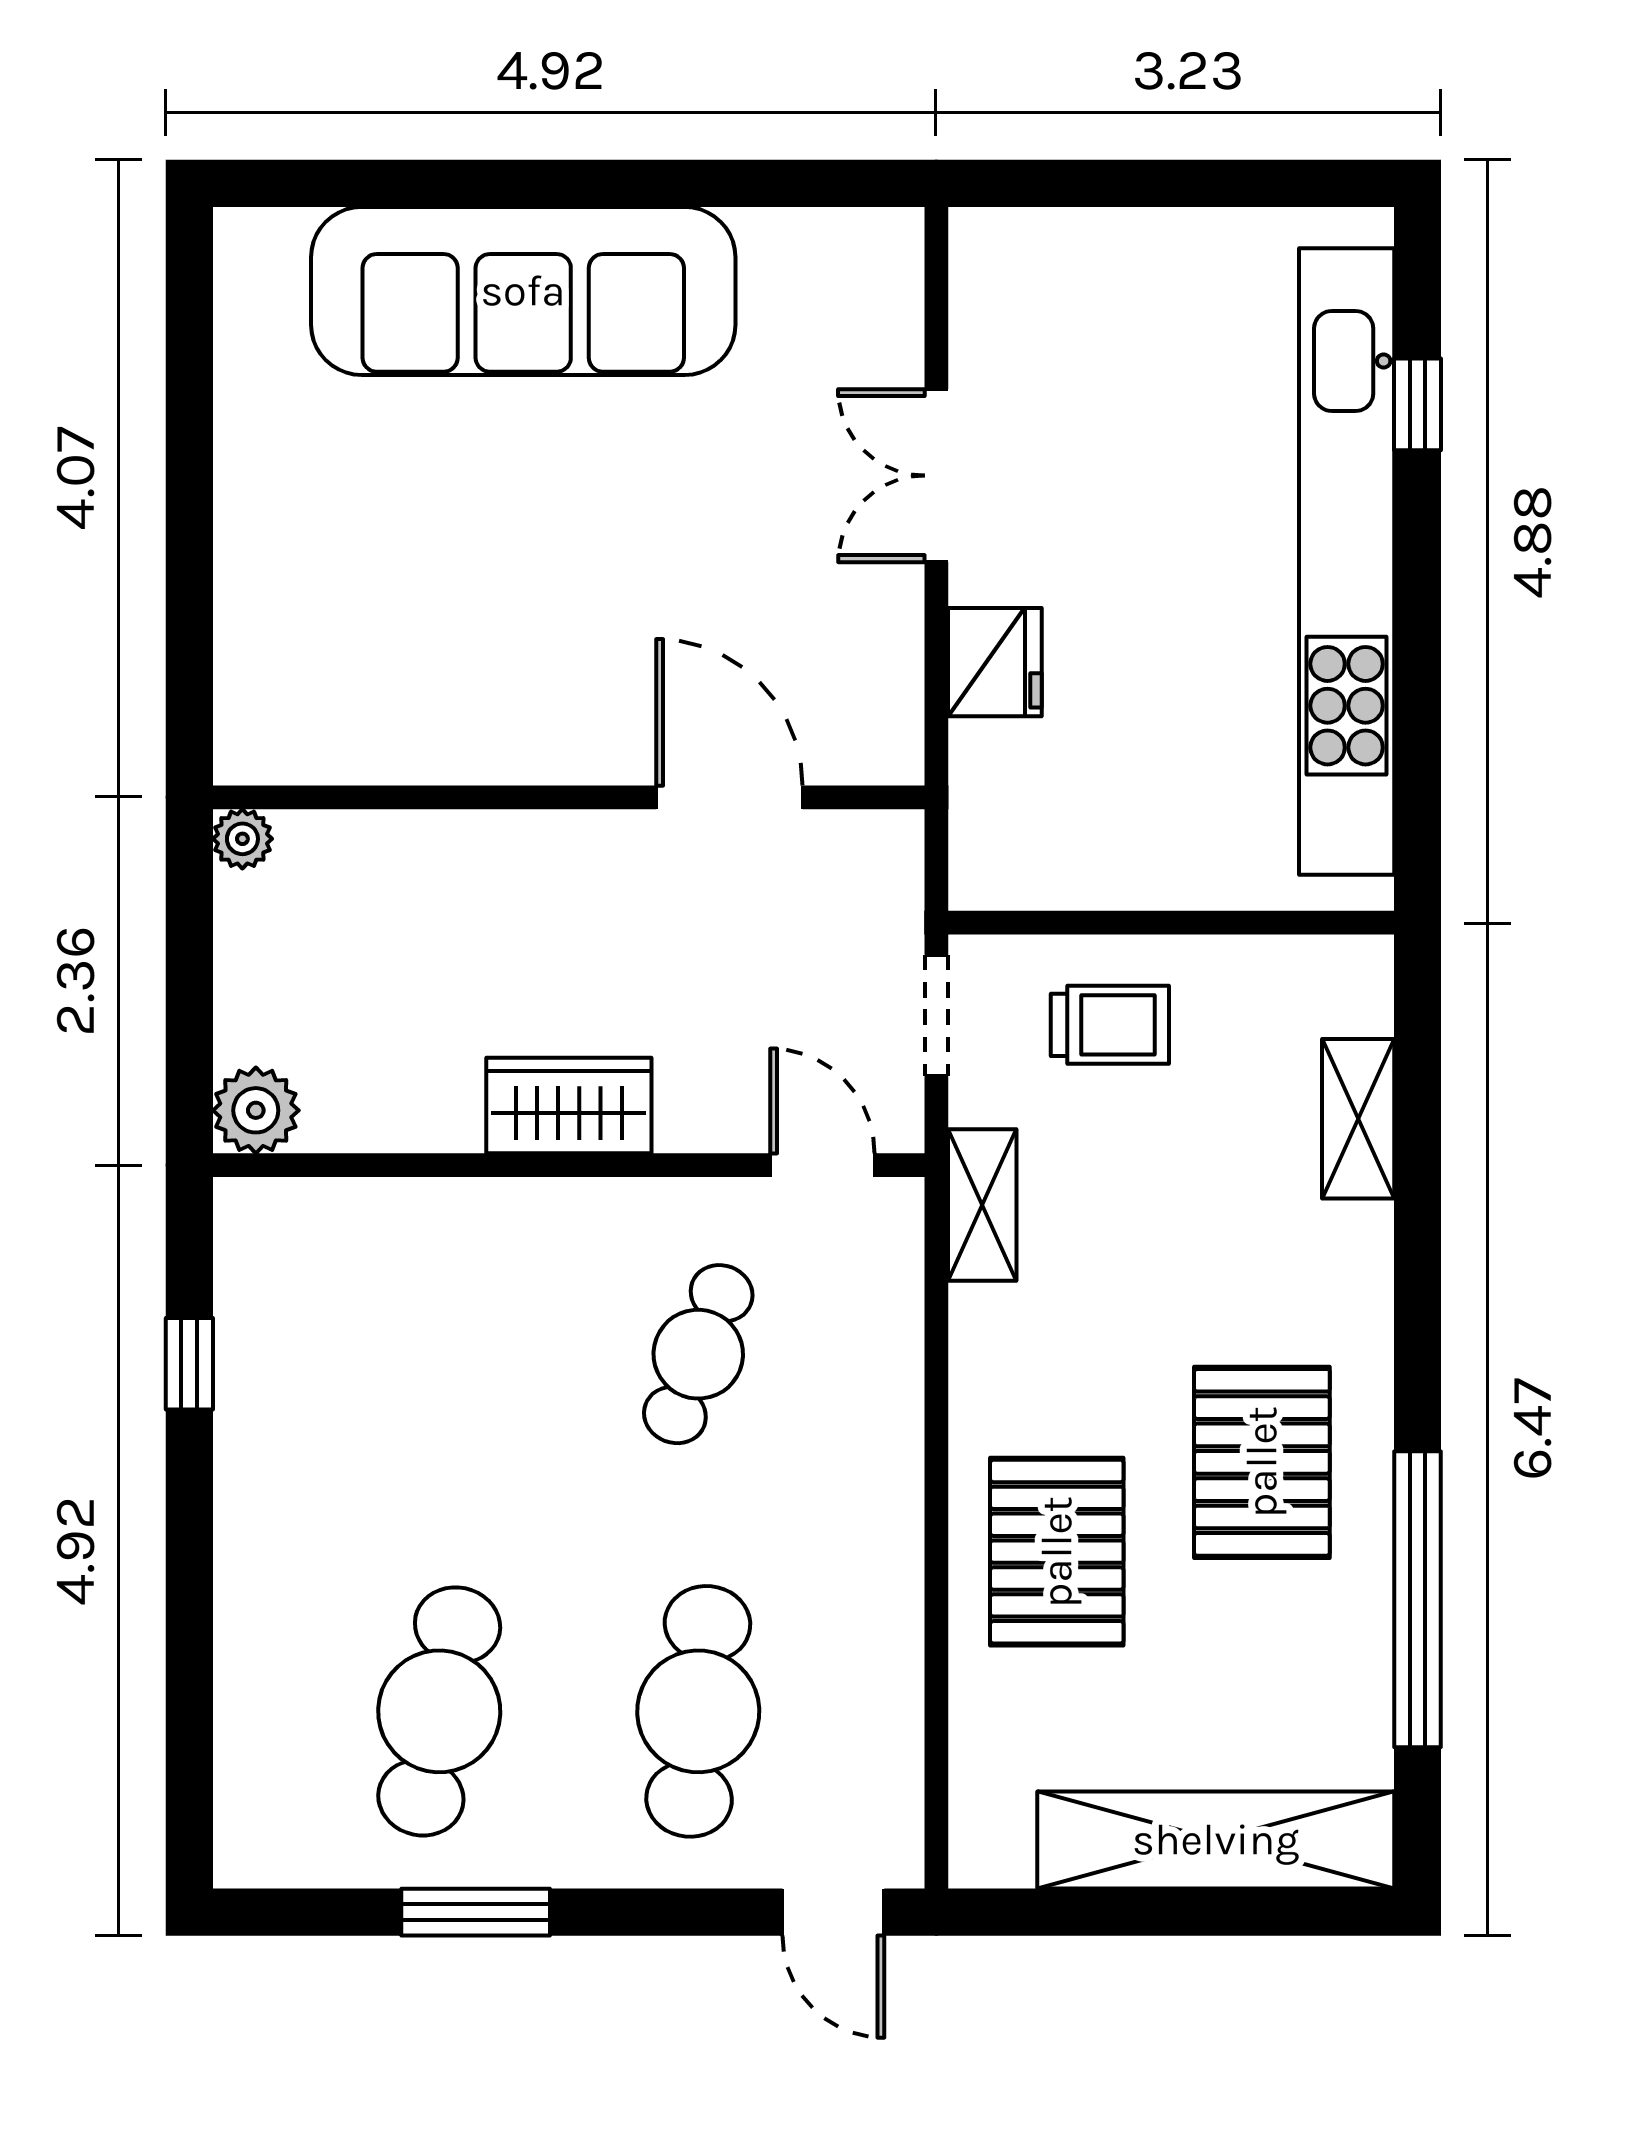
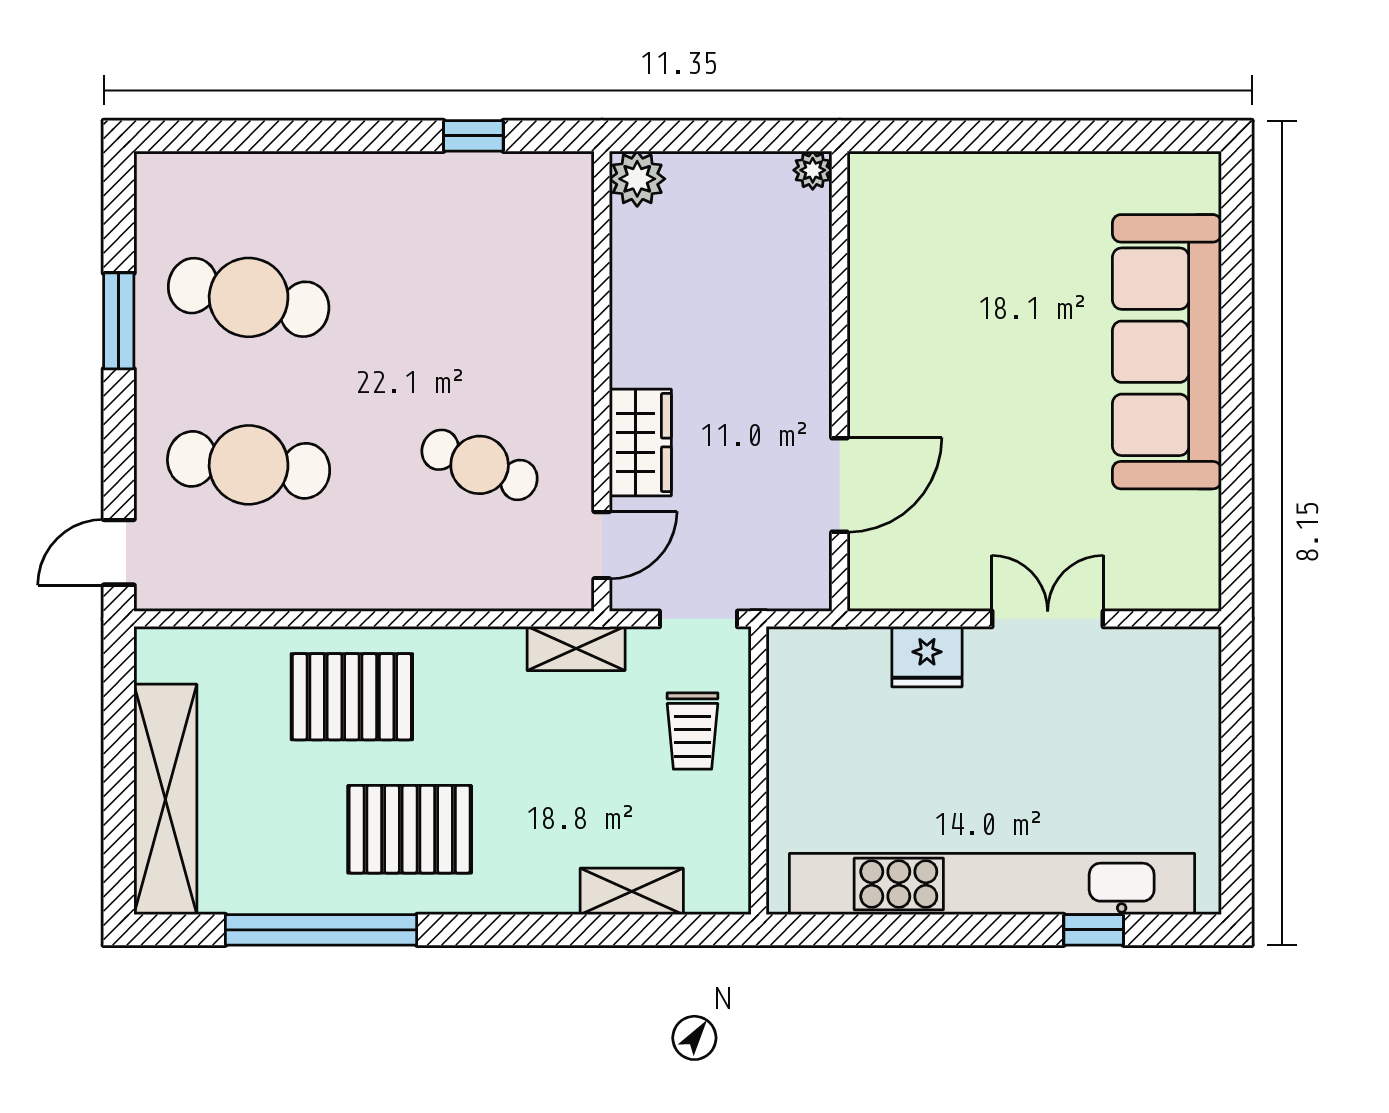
wardrobe: (569, 1105) -> (640, 443), moved

